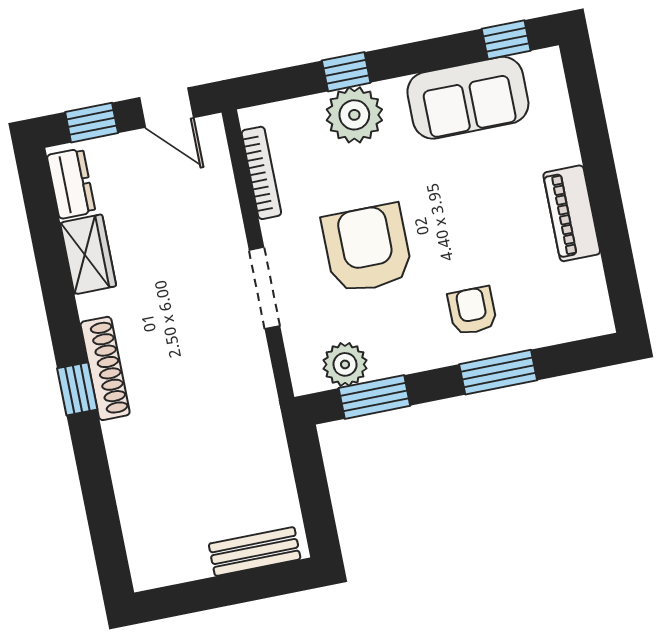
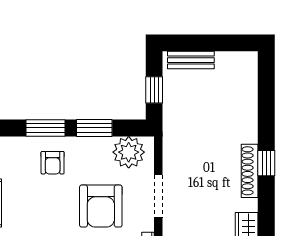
plant: (345, 364) -> (129, 152), width x1.36, depth x1.36
window: (374, 397) -> (94, 128), moved
window: (311, 483) -> (154, 90), added

